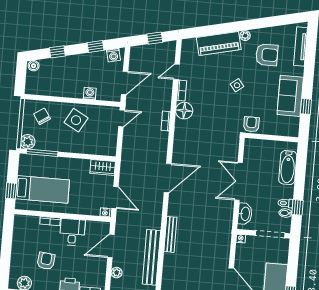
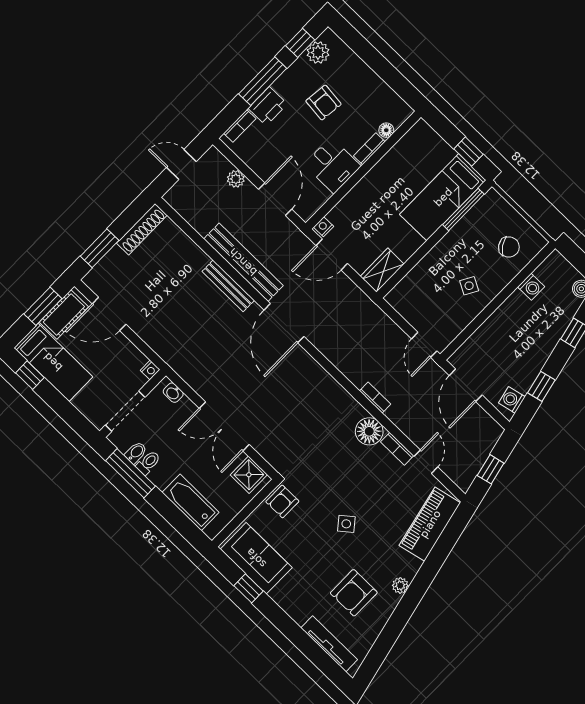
piano: (219, 44) -> (430, 524), moved
washing machine: (90, 93) -> (531, 287), moved
sofa: (290, 96) -> (256, 558), moved
side table: (76, 120) -> (469, 286), width x0.54, depth x0.54
armchair: (251, 124) -> (282, 502), turned 90
plant: (28, 142) -> (492, 203), removed
shower: (252, 151) -> (249, 475), added
door: (168, 178) -> (284, 323), moved
double door: (239, 181) -> (224, 426), swing flipped
bed: (42, 189) -> (443, 197), moved
window: (11, 191) -> (469, 152), moved
window: (297, 207) -> (130, 473), width x2.17
washbasin: (245, 214) -> (173, 393), width x0.52, depth x0.69
floor lamp: (35, 220) -> (386, 130), added
bench: (151, 257) -> (243, 262), moved

